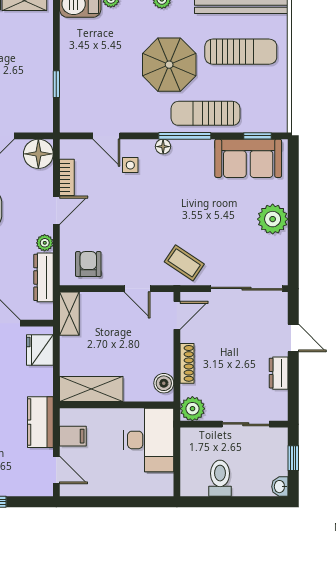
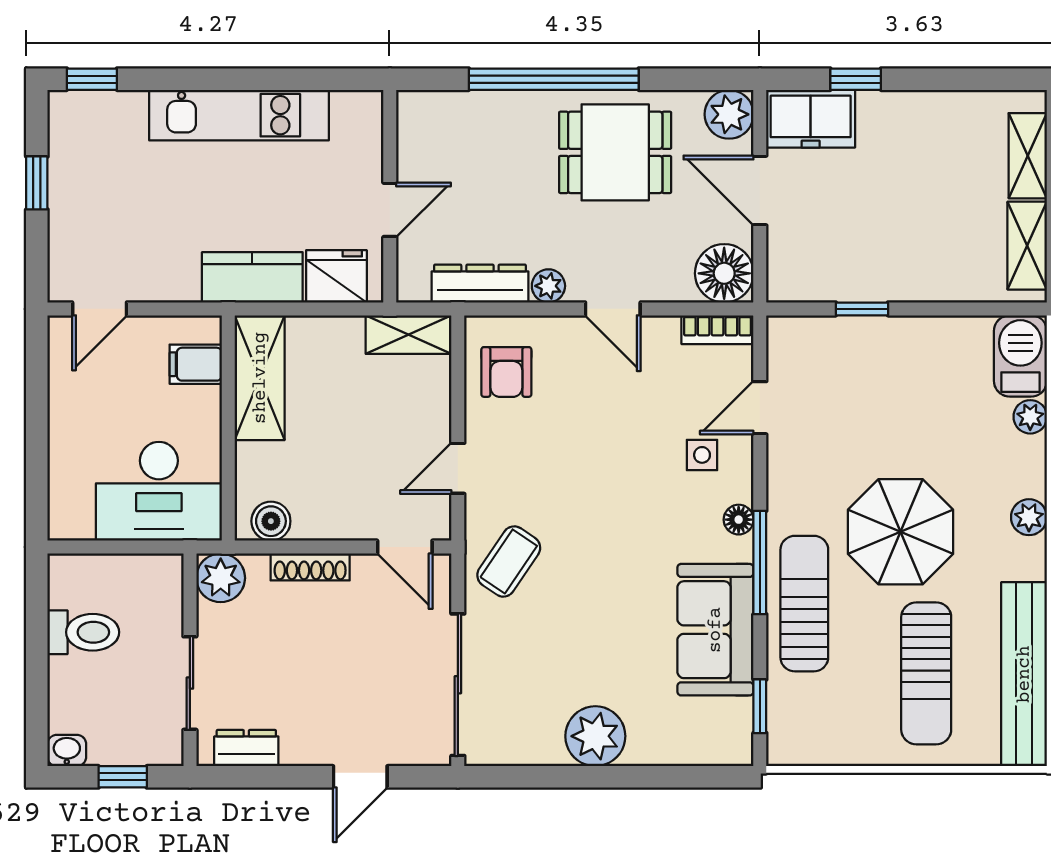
sofa: (248, 158) -> (715, 630), moved
bookcase: (67, 177) -> (717, 330), moved
armchair: (88, 264) -> (506, 372), turned 90
dresser: (279, 373) -> (246, 748), moved
kitchen counter: (40, 422) -> (252, 277), moved
filing cabinet: (73, 436) -> (196, 364), moved, turned 90

